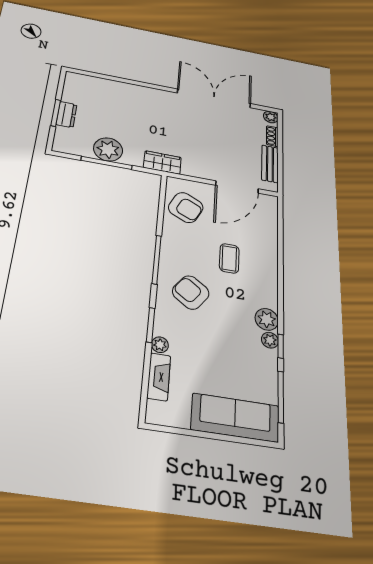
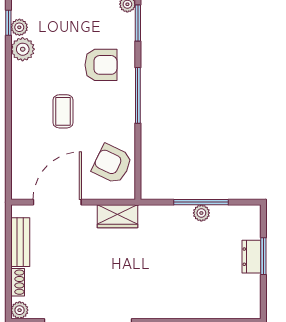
plant: (108, 149) -> (201, 213), width x0.53, depth x0.53
wardrobe: (162, 163) -> (117, 216), moved
armchair: (191, 292) -> (101, 65), turned -36

